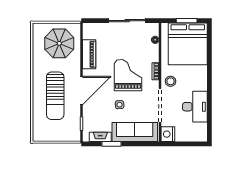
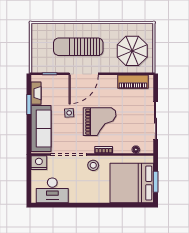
piano: (89, 54) -> (133, 82), moved
door: (82, 91) -> (84, 74), hinge flipped
desk: (195, 107) -> (52, 190), moved

